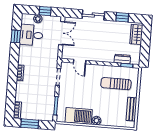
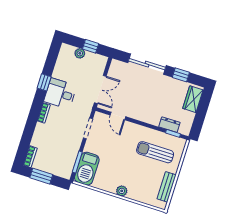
sliding door: (93, 15) -> (147, 64), width x1.37
double door: (62, 33) -> (100, 89), moved
desk: (31, 35) -> (60, 94), moved
window: (16, 36) -> (44, 82), moved
barbecue: (79, 116) -> (87, 169), moved, turned 90

